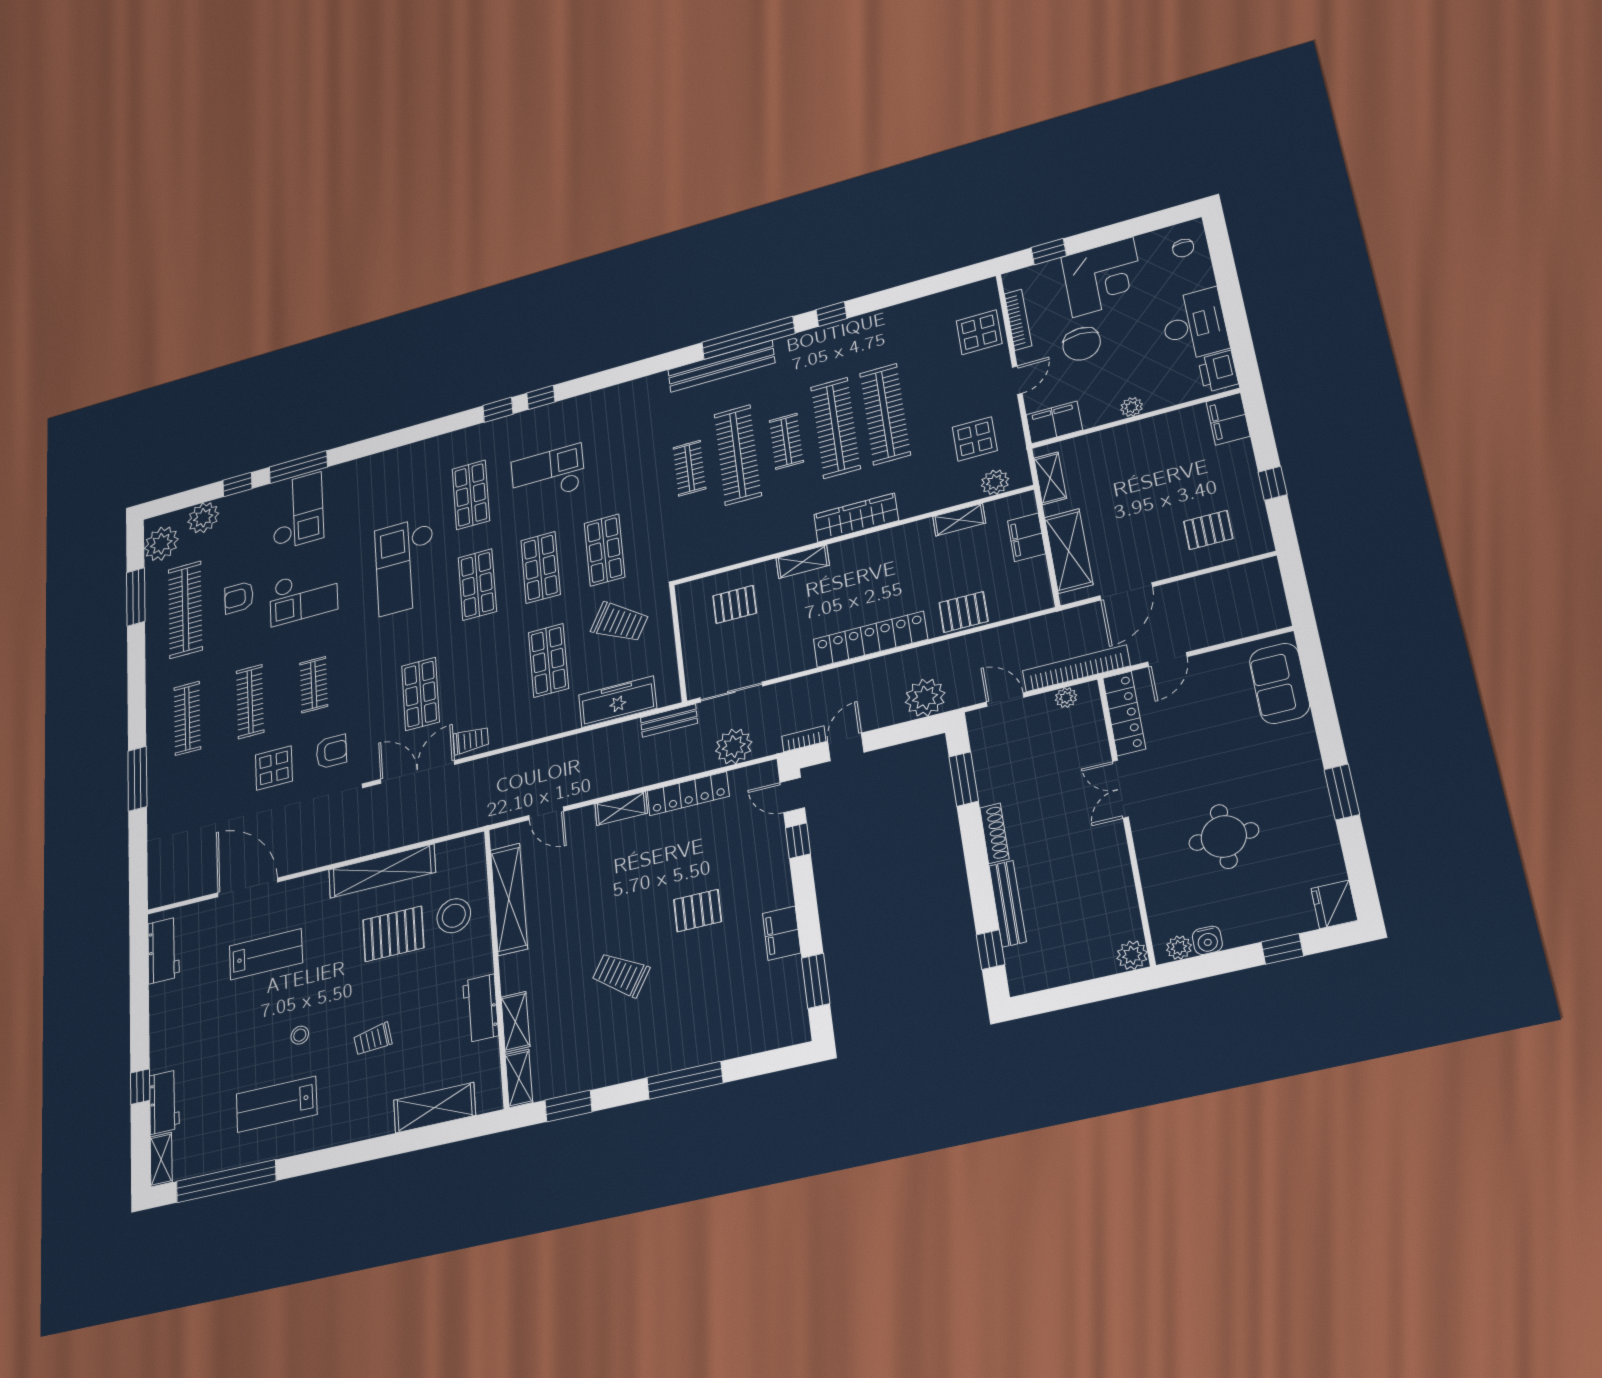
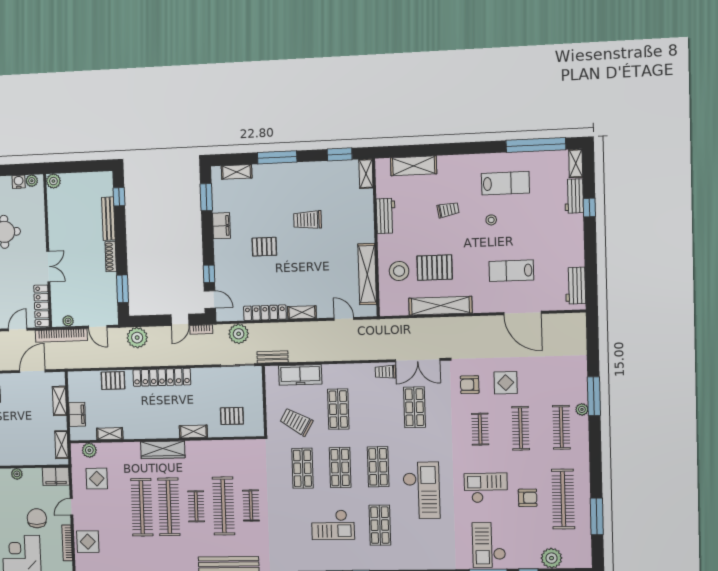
plant: (161, 544) -> (582, 409), moved, width x0.53, depth x0.53
shelving: (1069, 551) -> (59, 401), width x0.67, depth x0.75
trolley: (621, 975) -> (308, 220), turned 148
shelving: (515, 1022) -> (237, 172), moved, turned 90

